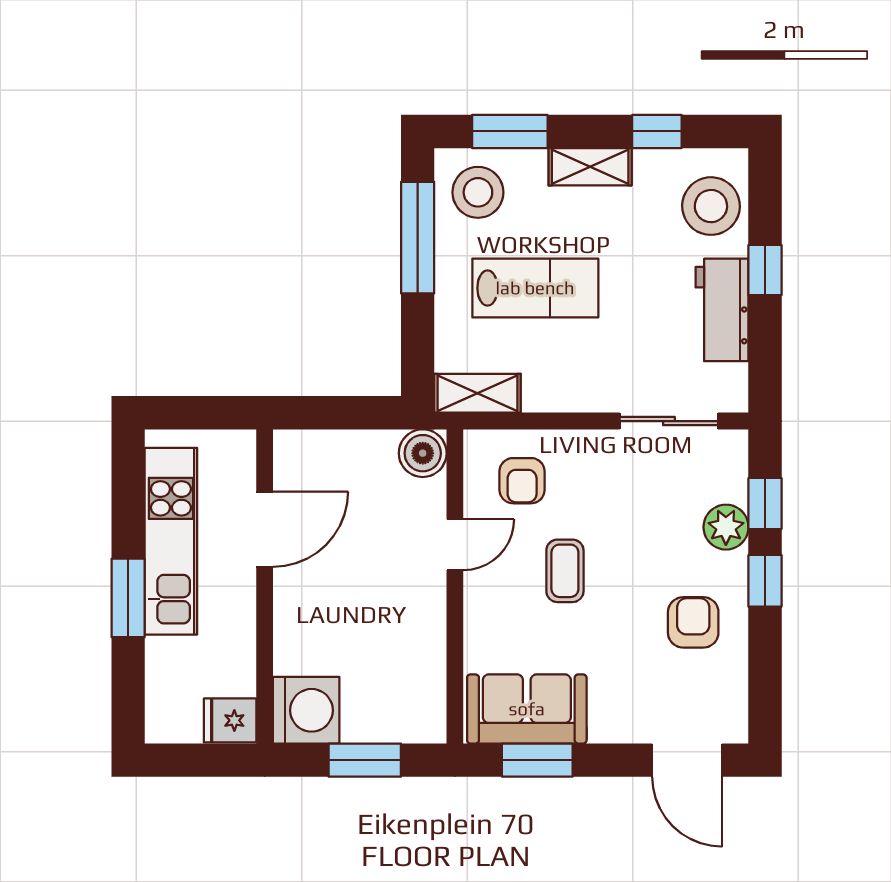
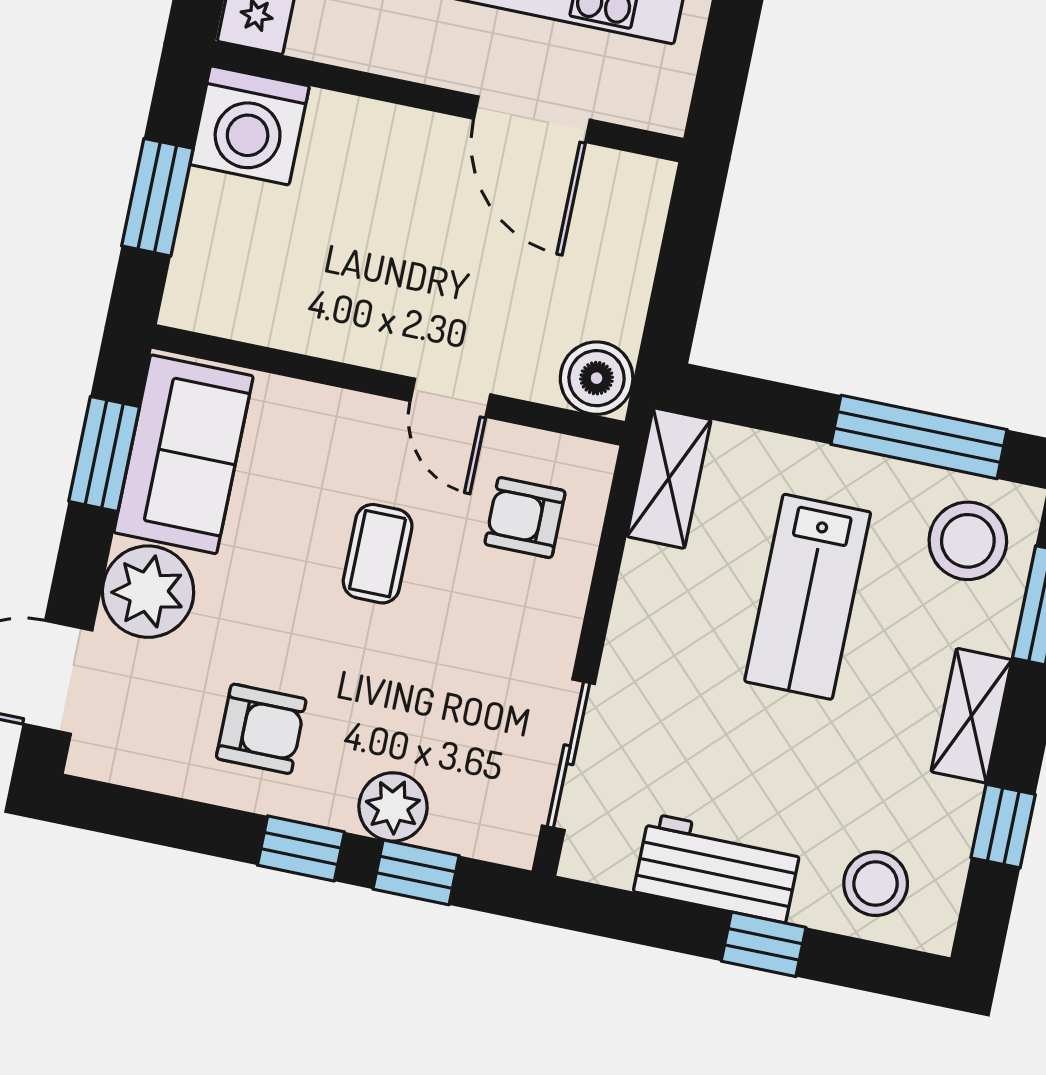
stool: (711, 206) -> (876, 884), width x0.73, depth x0.73
coffee table: (565, 571) -> (378, 554), turned 90
plant: (620, 714) -> (148, 592), added

